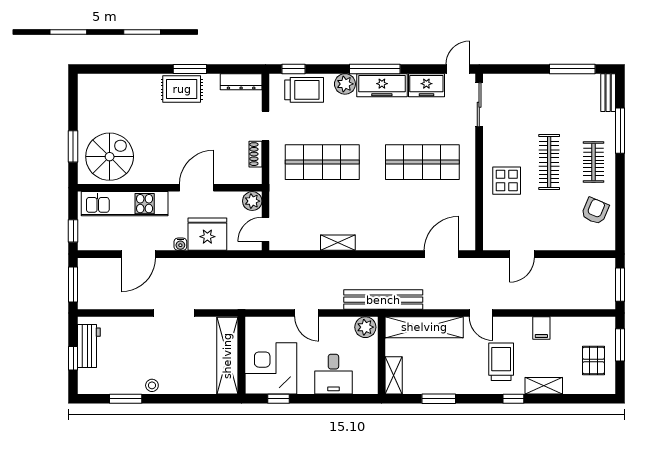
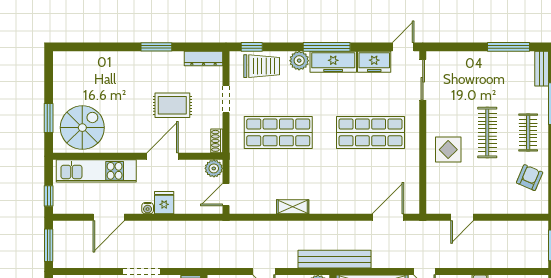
rug: (182, 89) -> (172, 105), moved
shoe rack: (256, 154) -> (217, 141), moved
fridge: (207, 234) -> (164, 203), width x0.53, depth x0.75

